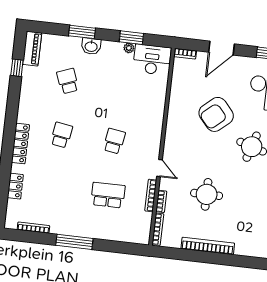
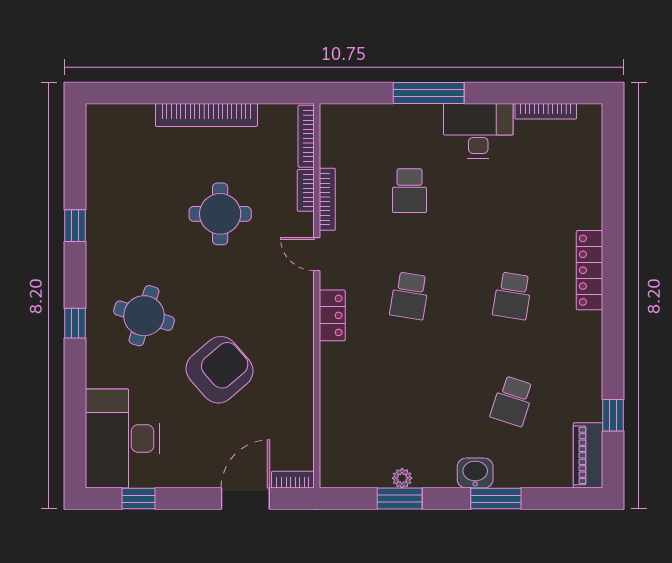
door: (221, 48) -> (245, 499), moved
desk: (152, 60) -> (478, 131), moved, turned 180
school desk: (68, 81) -> (512, 401), turned 39
locker: (15, 186) -> (332, 315), moved, turned 180
school desk: (108, 195) -> (410, 191), width x0.54
window: (74, 242) -> (429, 93), moved

